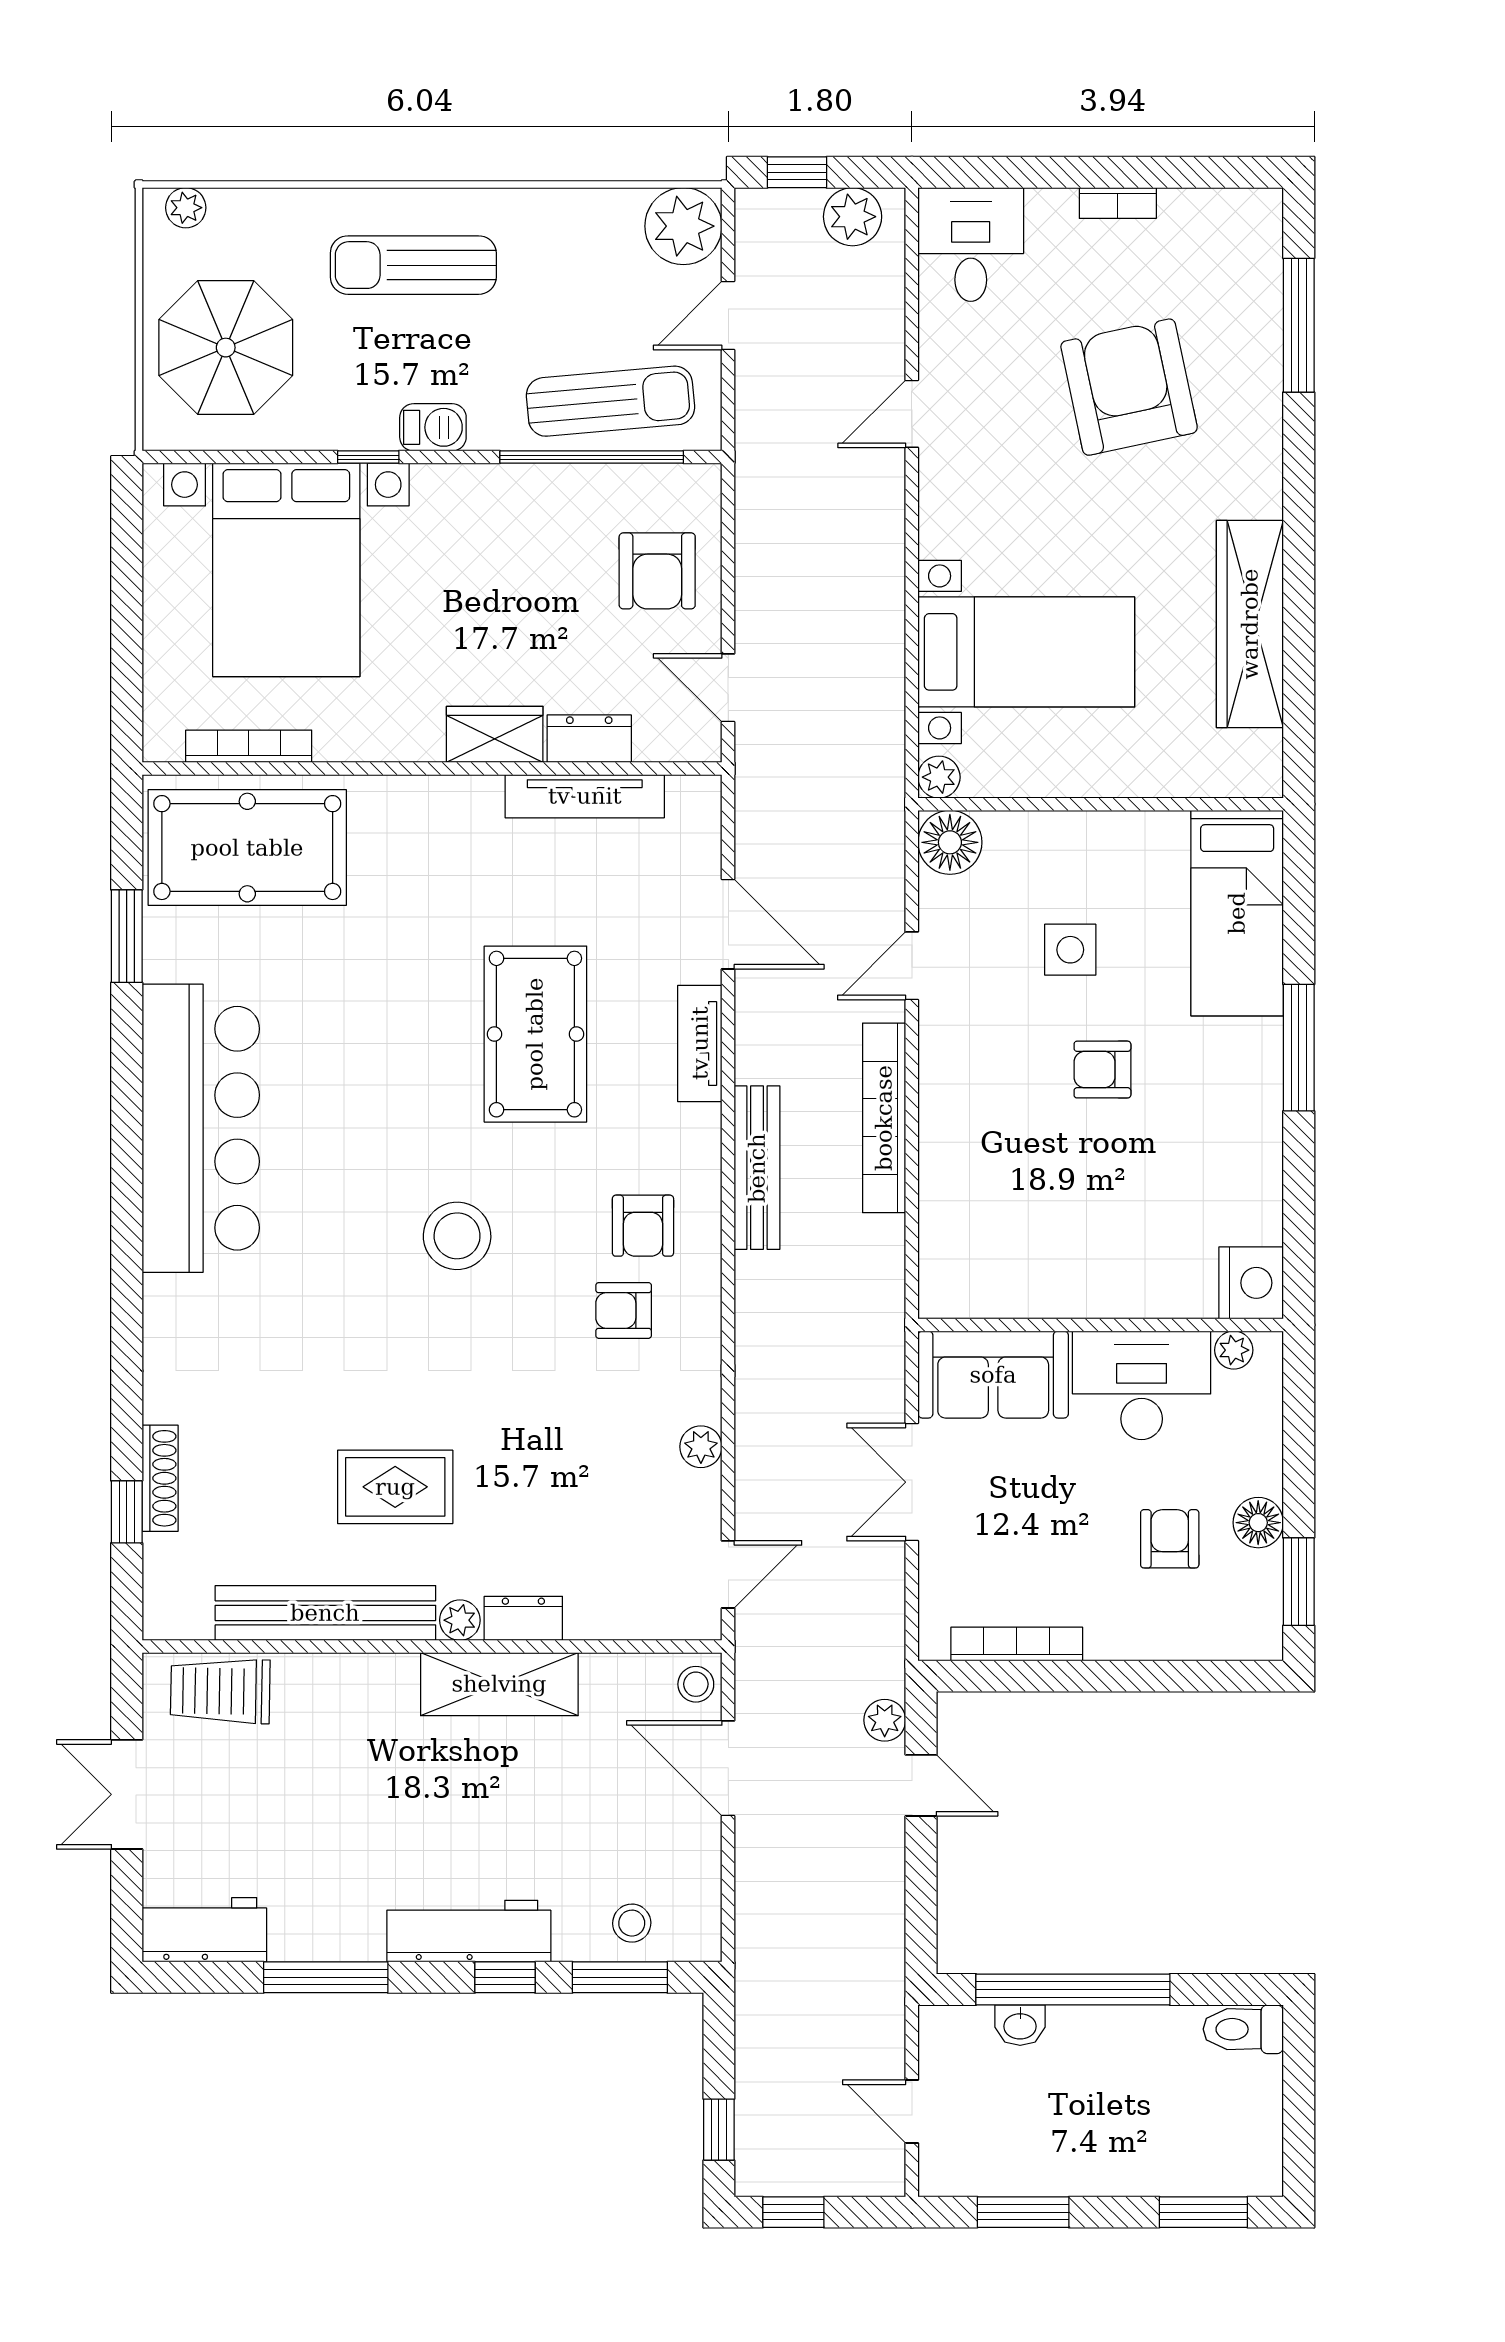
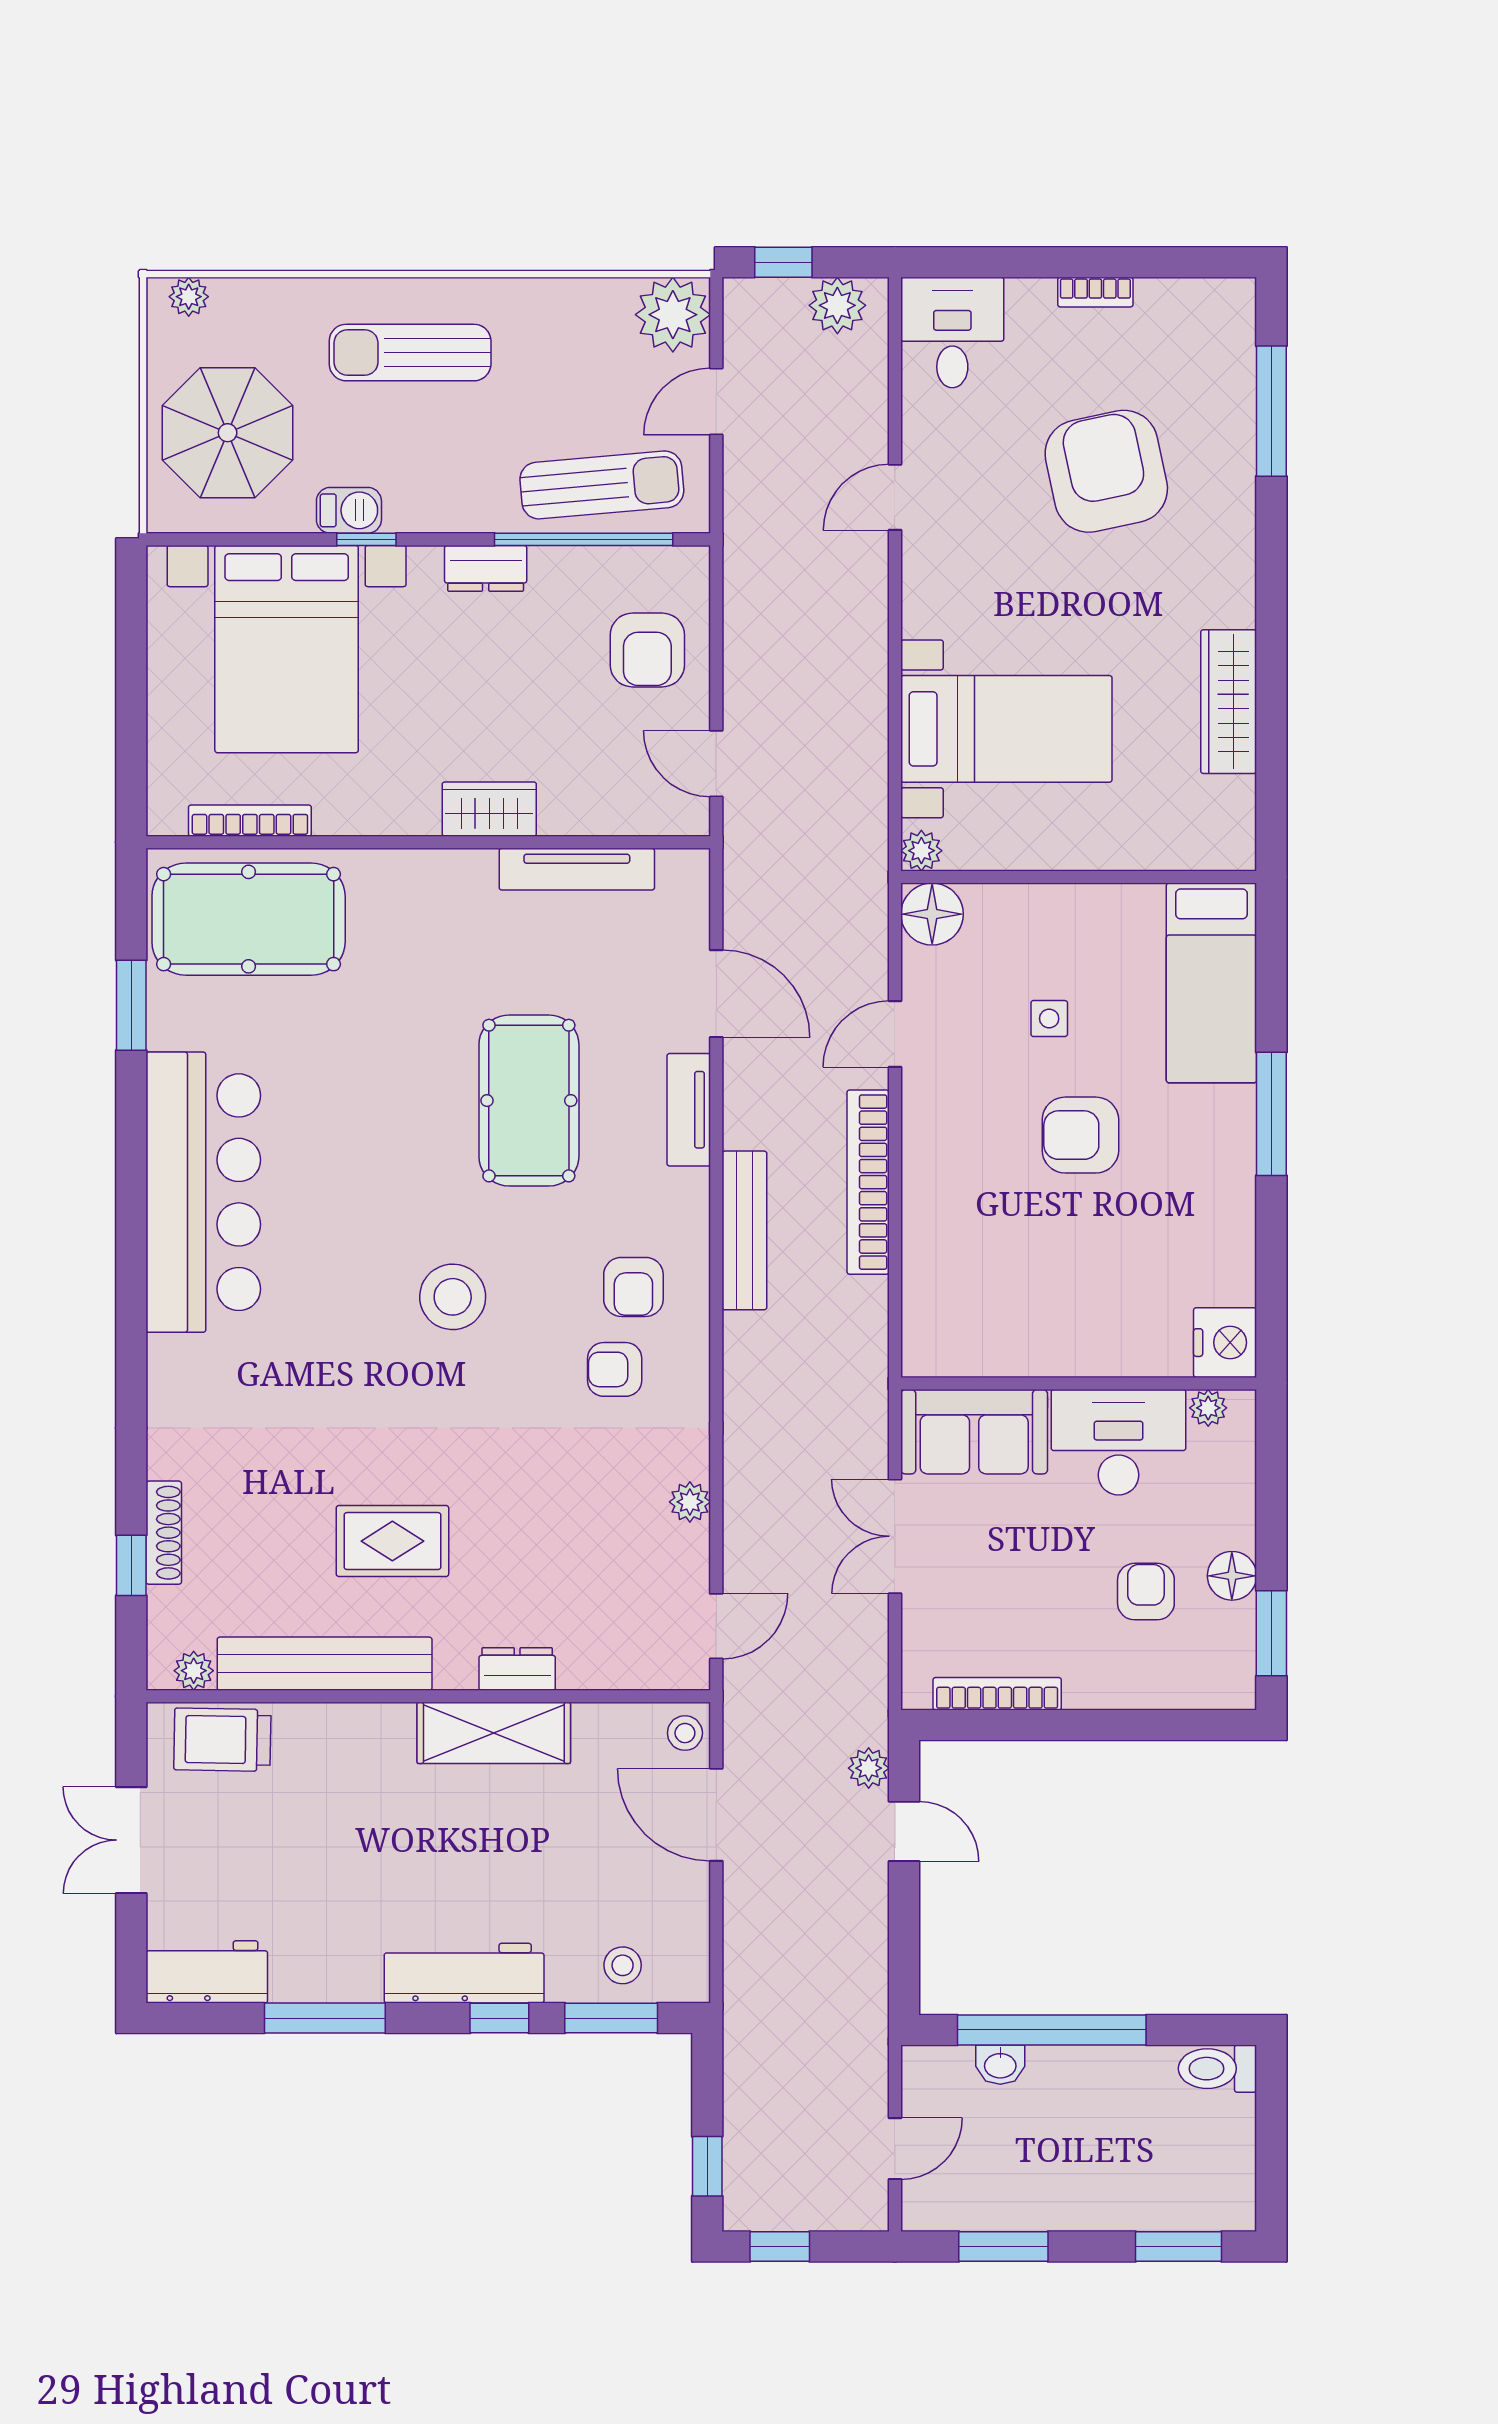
barbecue: (433, 427) -> (349, 510), moved
wardrobe: (1250, 624) -> (1229, 702), width x0.71, depth x0.85
dresser: (589, 739) -> (486, 568), moved, turned 180
side table: (1070, 950) -> (1049, 1019), width x0.73, depth x0.73
armchair: (1102, 1070) -> (1080, 1135), width x1.38, depth x1.38
plant: (460, 1620) -> (194, 1671), moved
door: (912, 2112) -> (895, 2149), swing flipped

